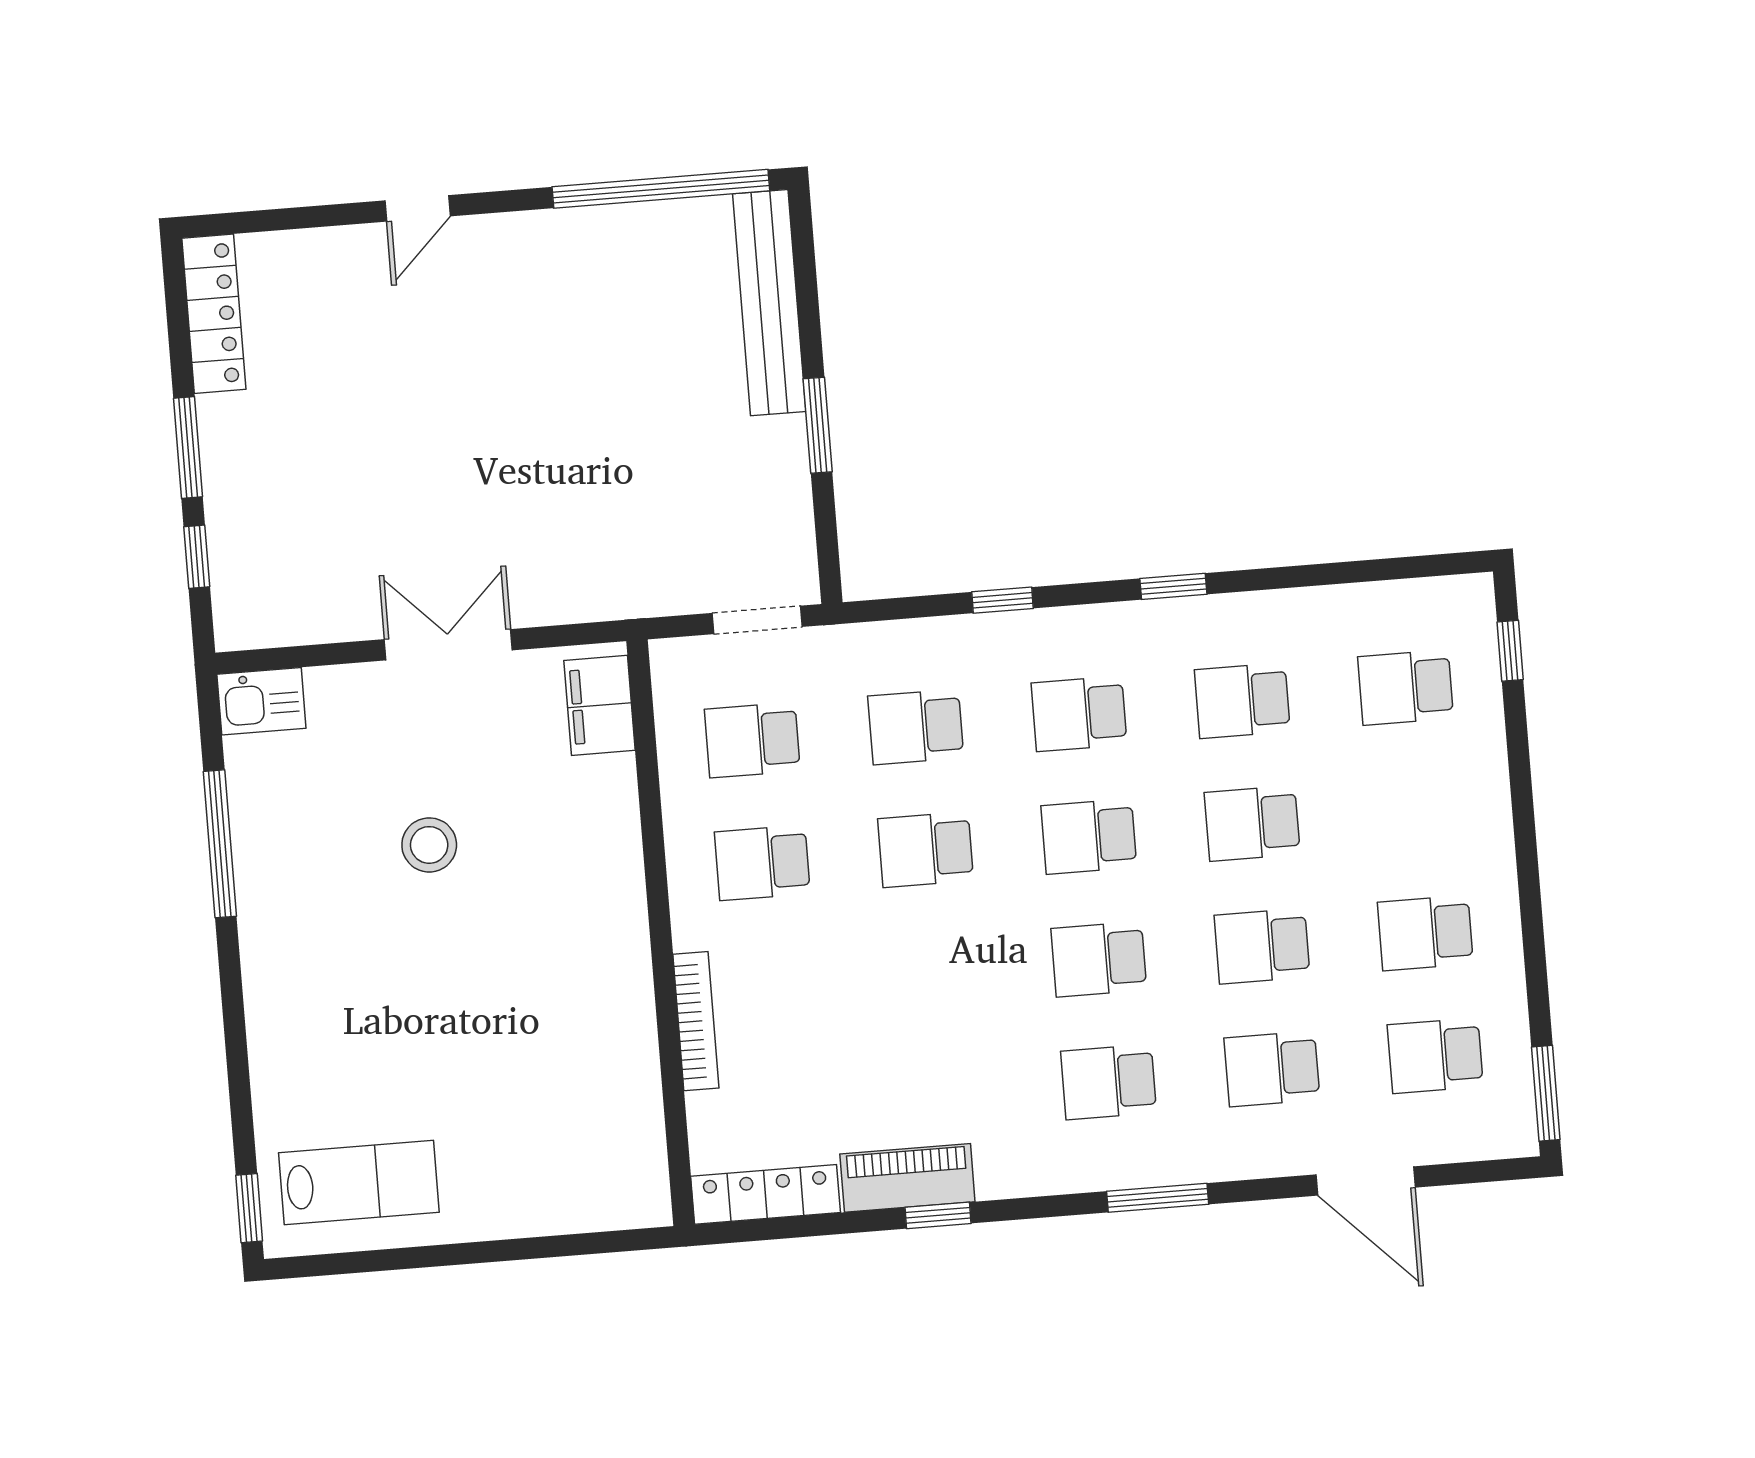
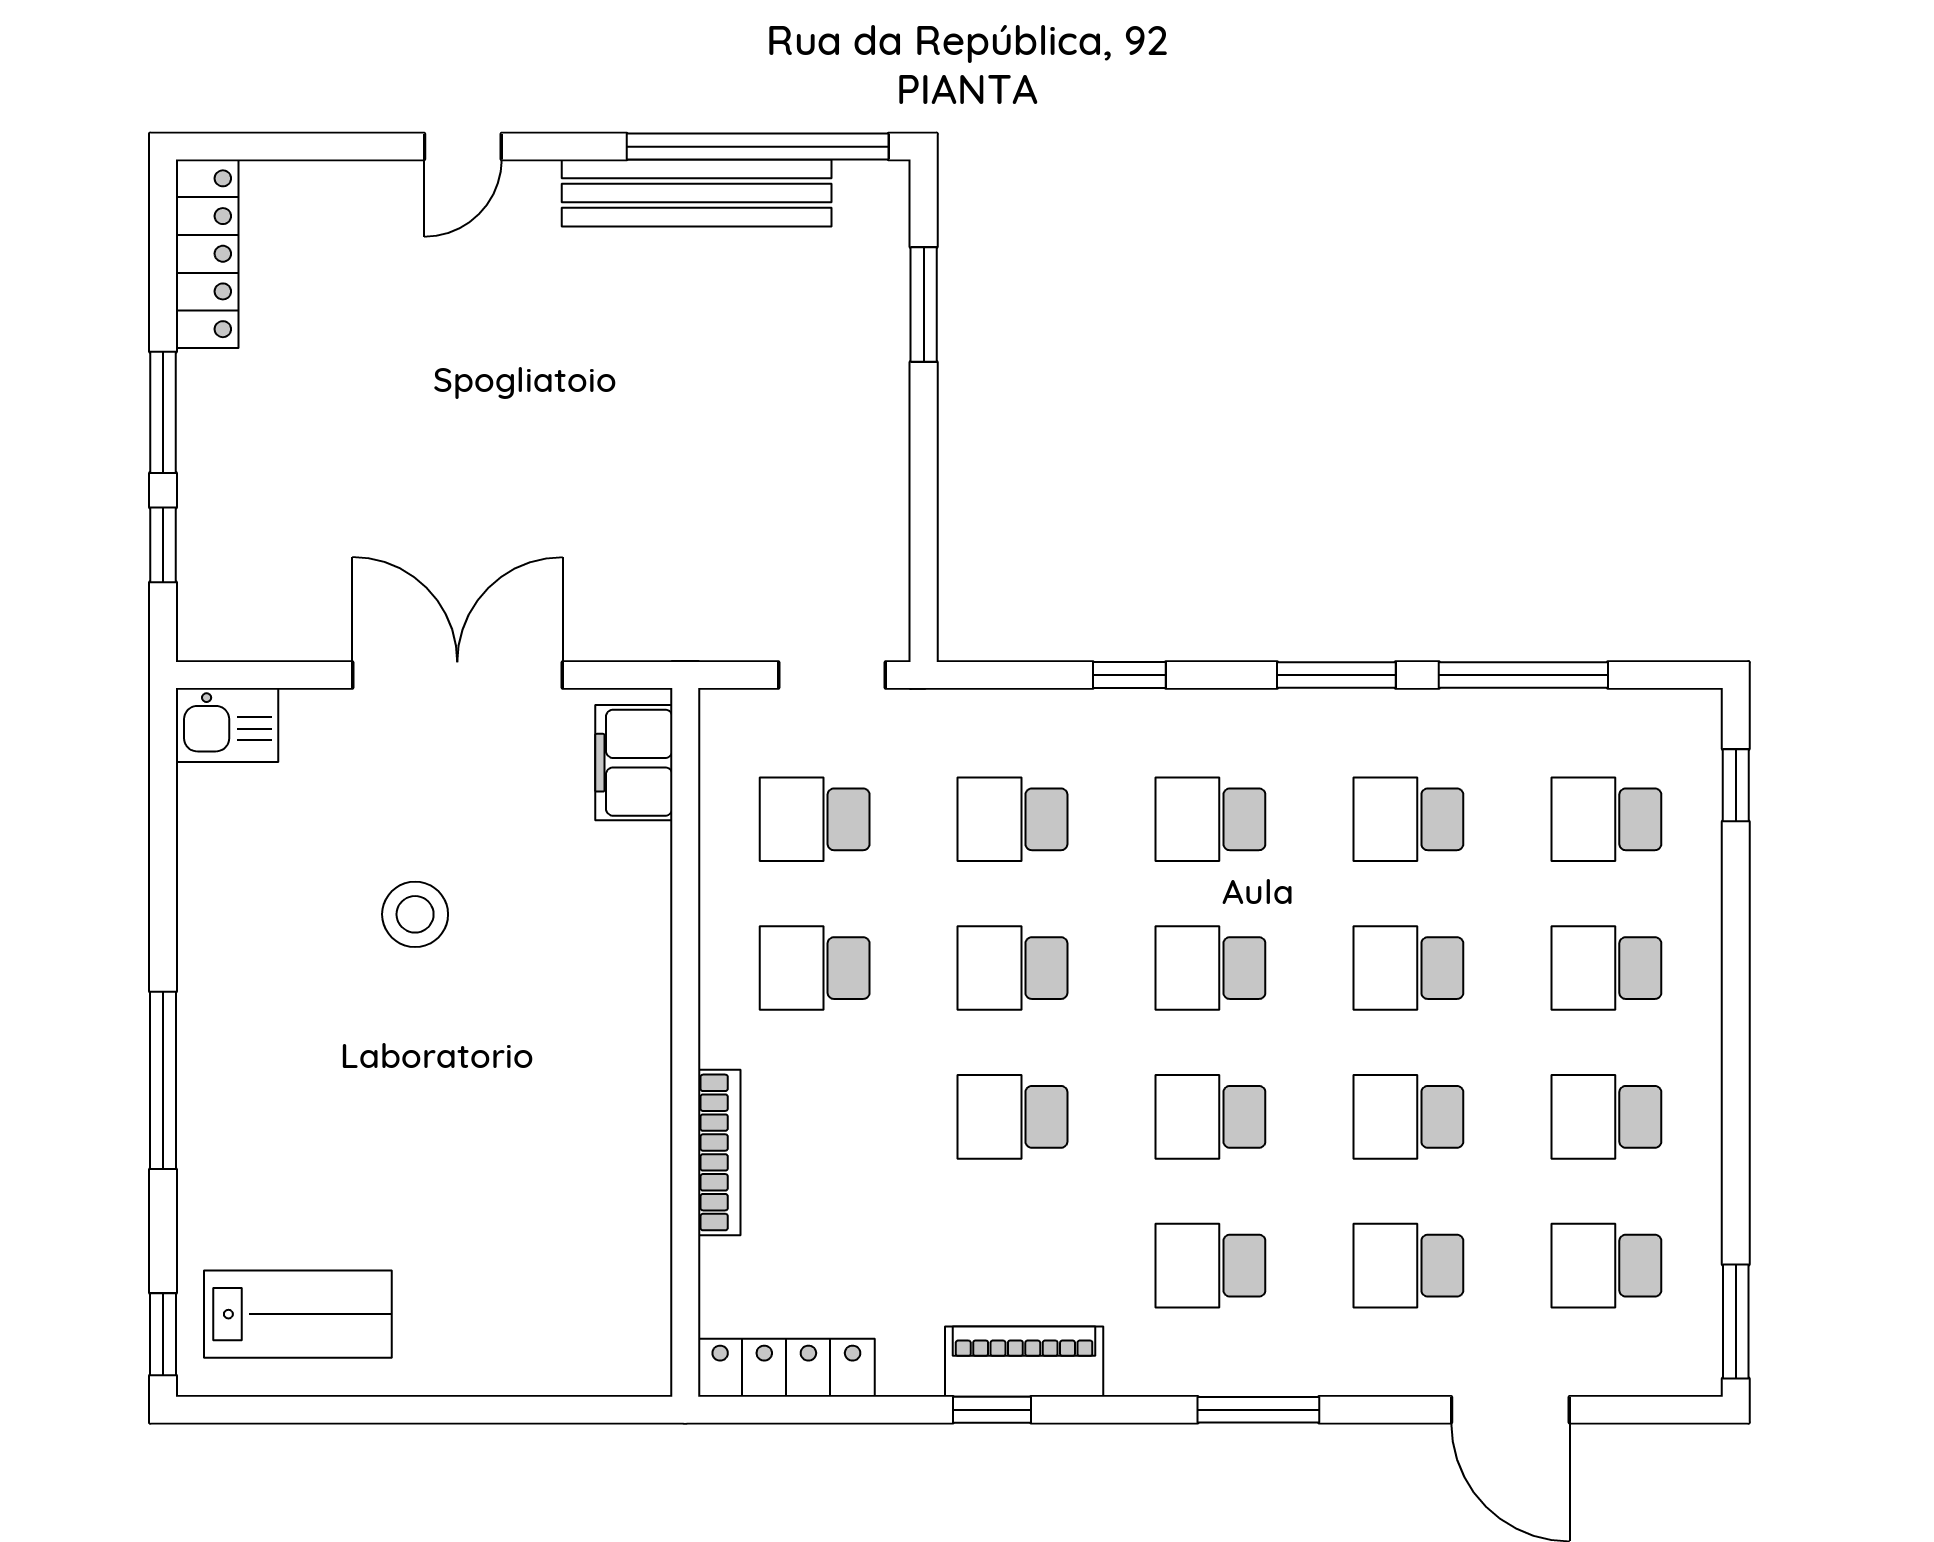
bench: (769, 303) -> (697, 193), moved, turned 90
window: (818, 425) -> (924, 304), moved
window: (1328, 574) -> (1523, 675), added
window: (1173, 586) -> (1336, 675), width x1.50
double door: (448, 645) -> (457, 675), width x1.37
school desk: (1415, 810) -> (1606, 968), added
window: (220, 844) -> (163, 1080), moved
school desk: (935, 972) -> (1012, 1117), added
piano: (907, 1178) -> (1024, 1362), moved

